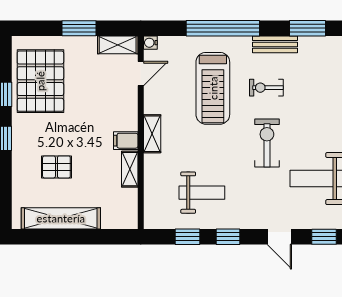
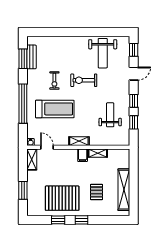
window: (79, 28) -> (23, 190), moved
bench: (275, 44) -> (31, 57), moved
pallet: (40, 81) -> (62, 198), moved

